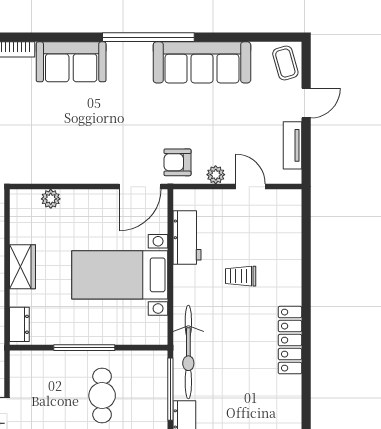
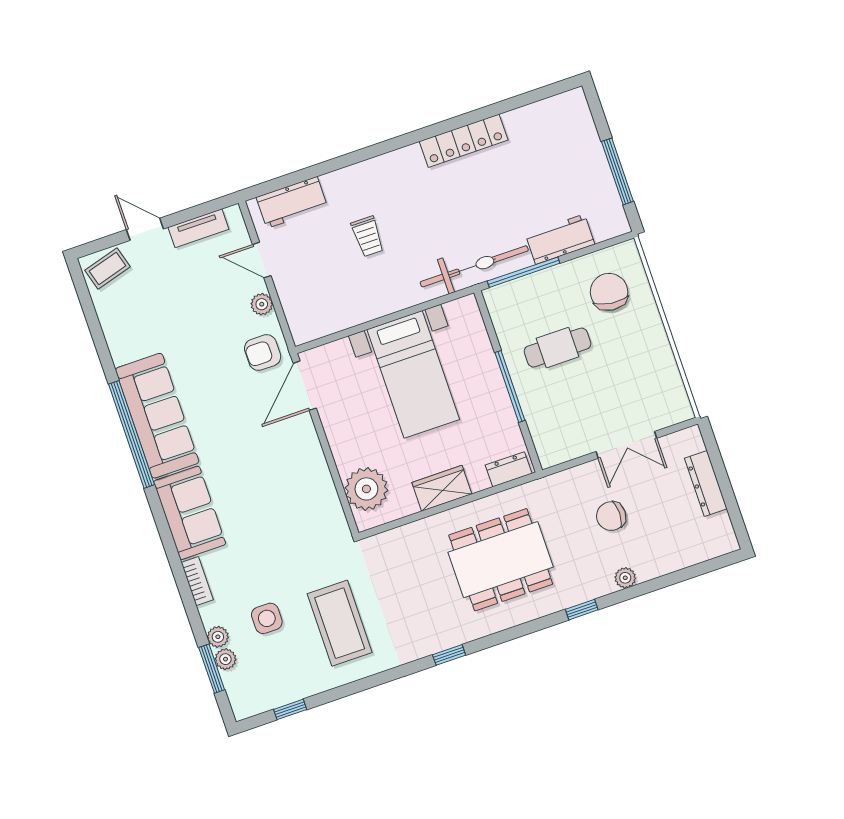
sofa: (202, 62) -> (157, 416), moved
armchair: (177, 162) -> (263, 353), turned 90
door: (140, 187) -> (305, 386), swing flipped
door: (250, 187) -> (262, 260), hinge flipped
plant: (51, 199) -> (366, 489), width x1.88, depth x1.88
workbench: (187, 237) -> (292, 202), moved, turned 180
locker: (290, 340) -> (464, 141), moved

